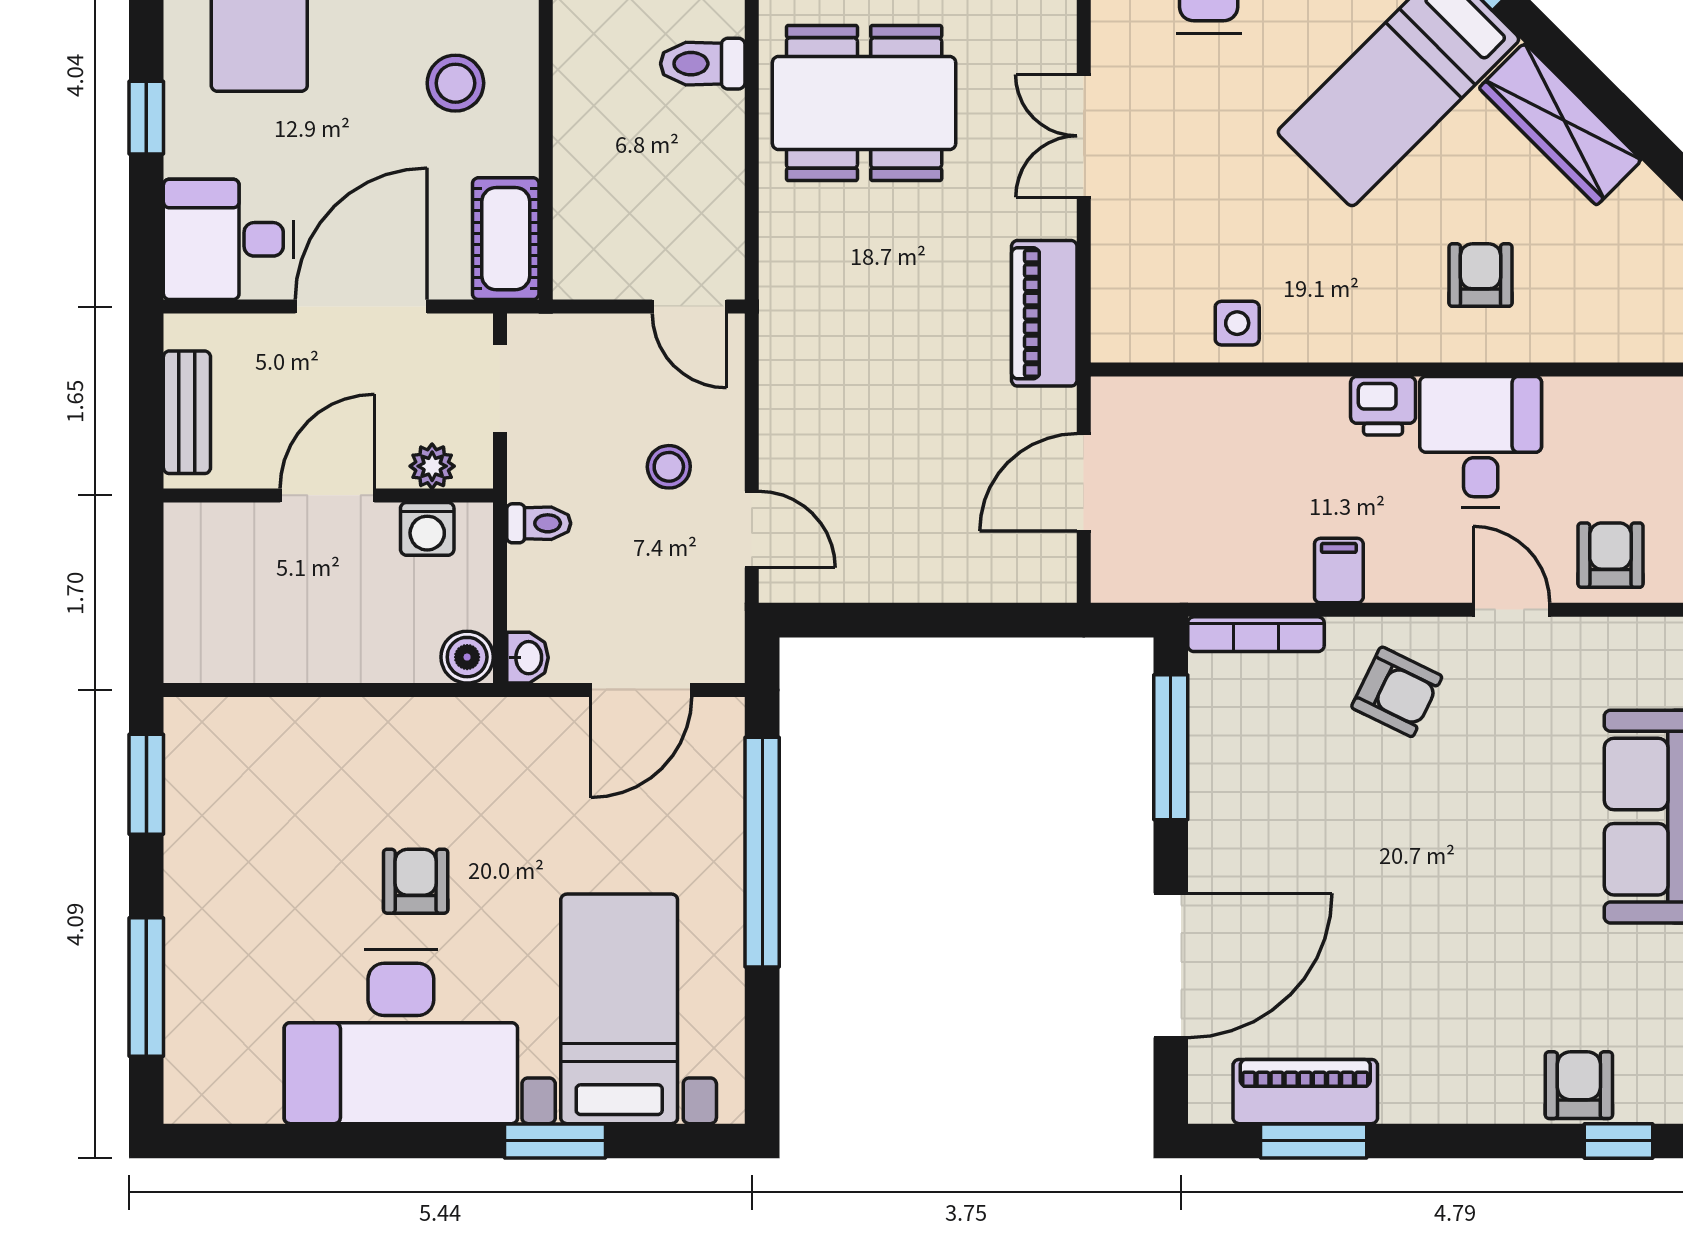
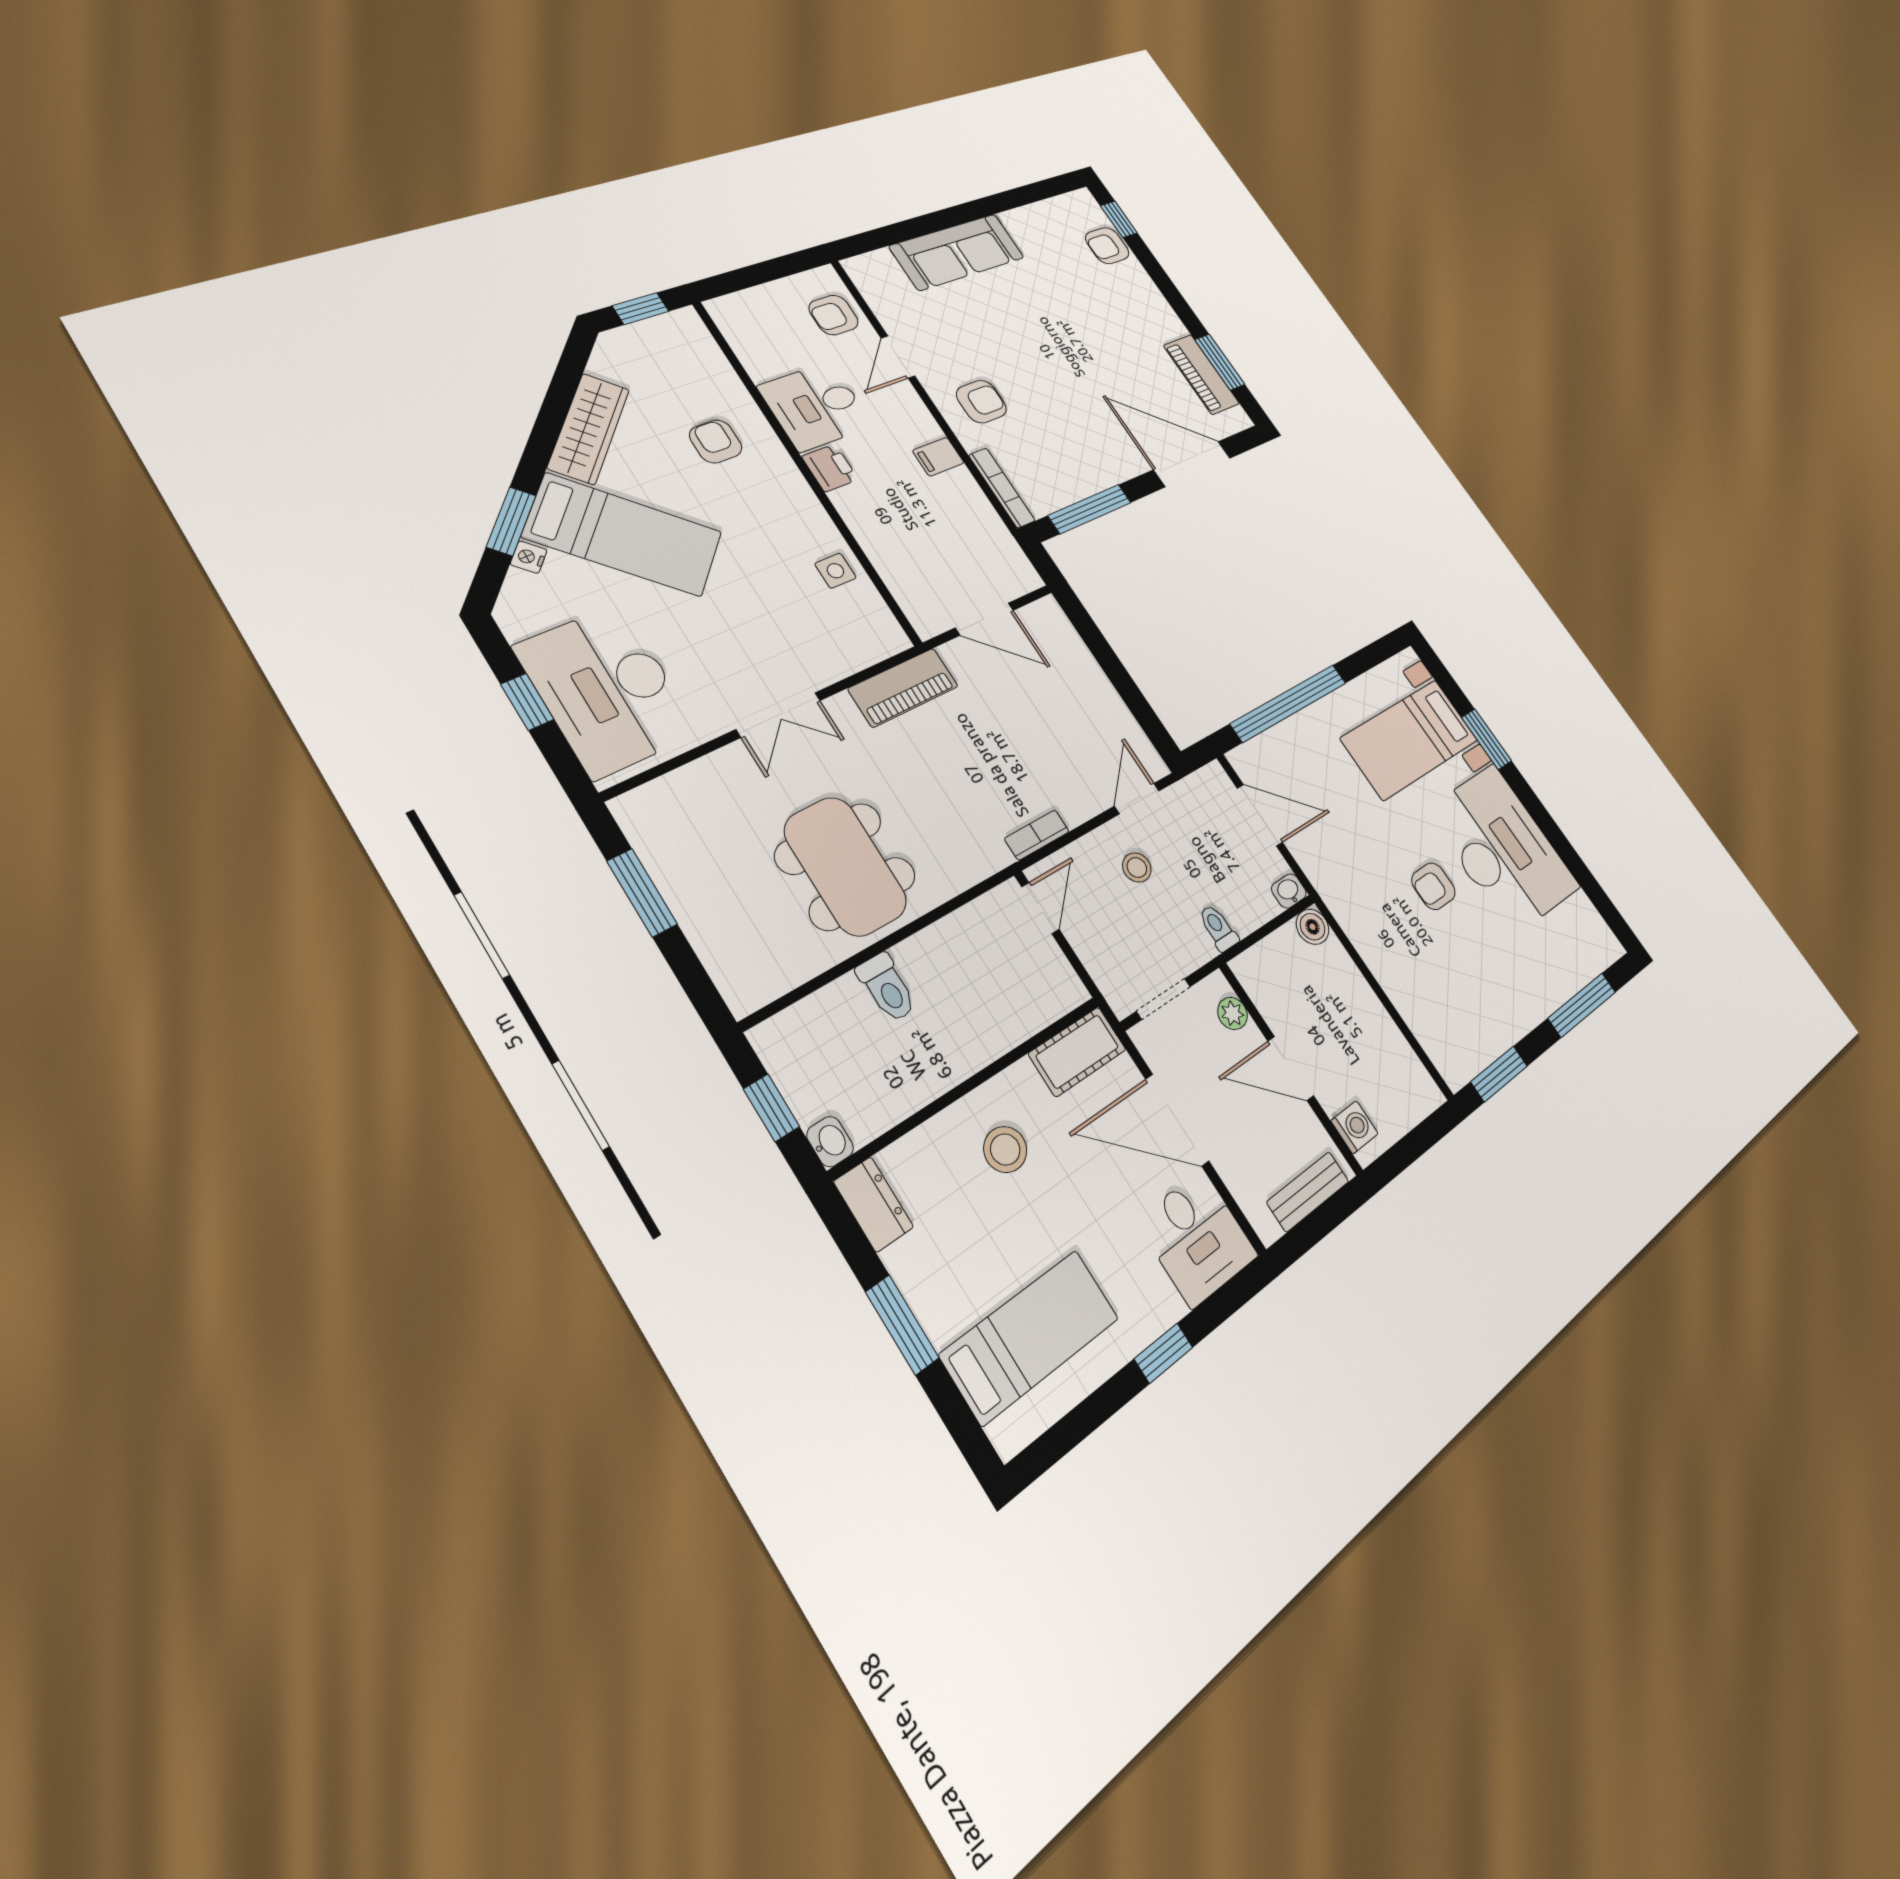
armchair: (1480, 275) -> (716, 441), turned 90
bookcase: (777, 363) -> (1037, 835), added
washing machine: (427, 529) -> (1355, 1127), moved
armchair: (1397, 692) -> (981, 402), turned 64

